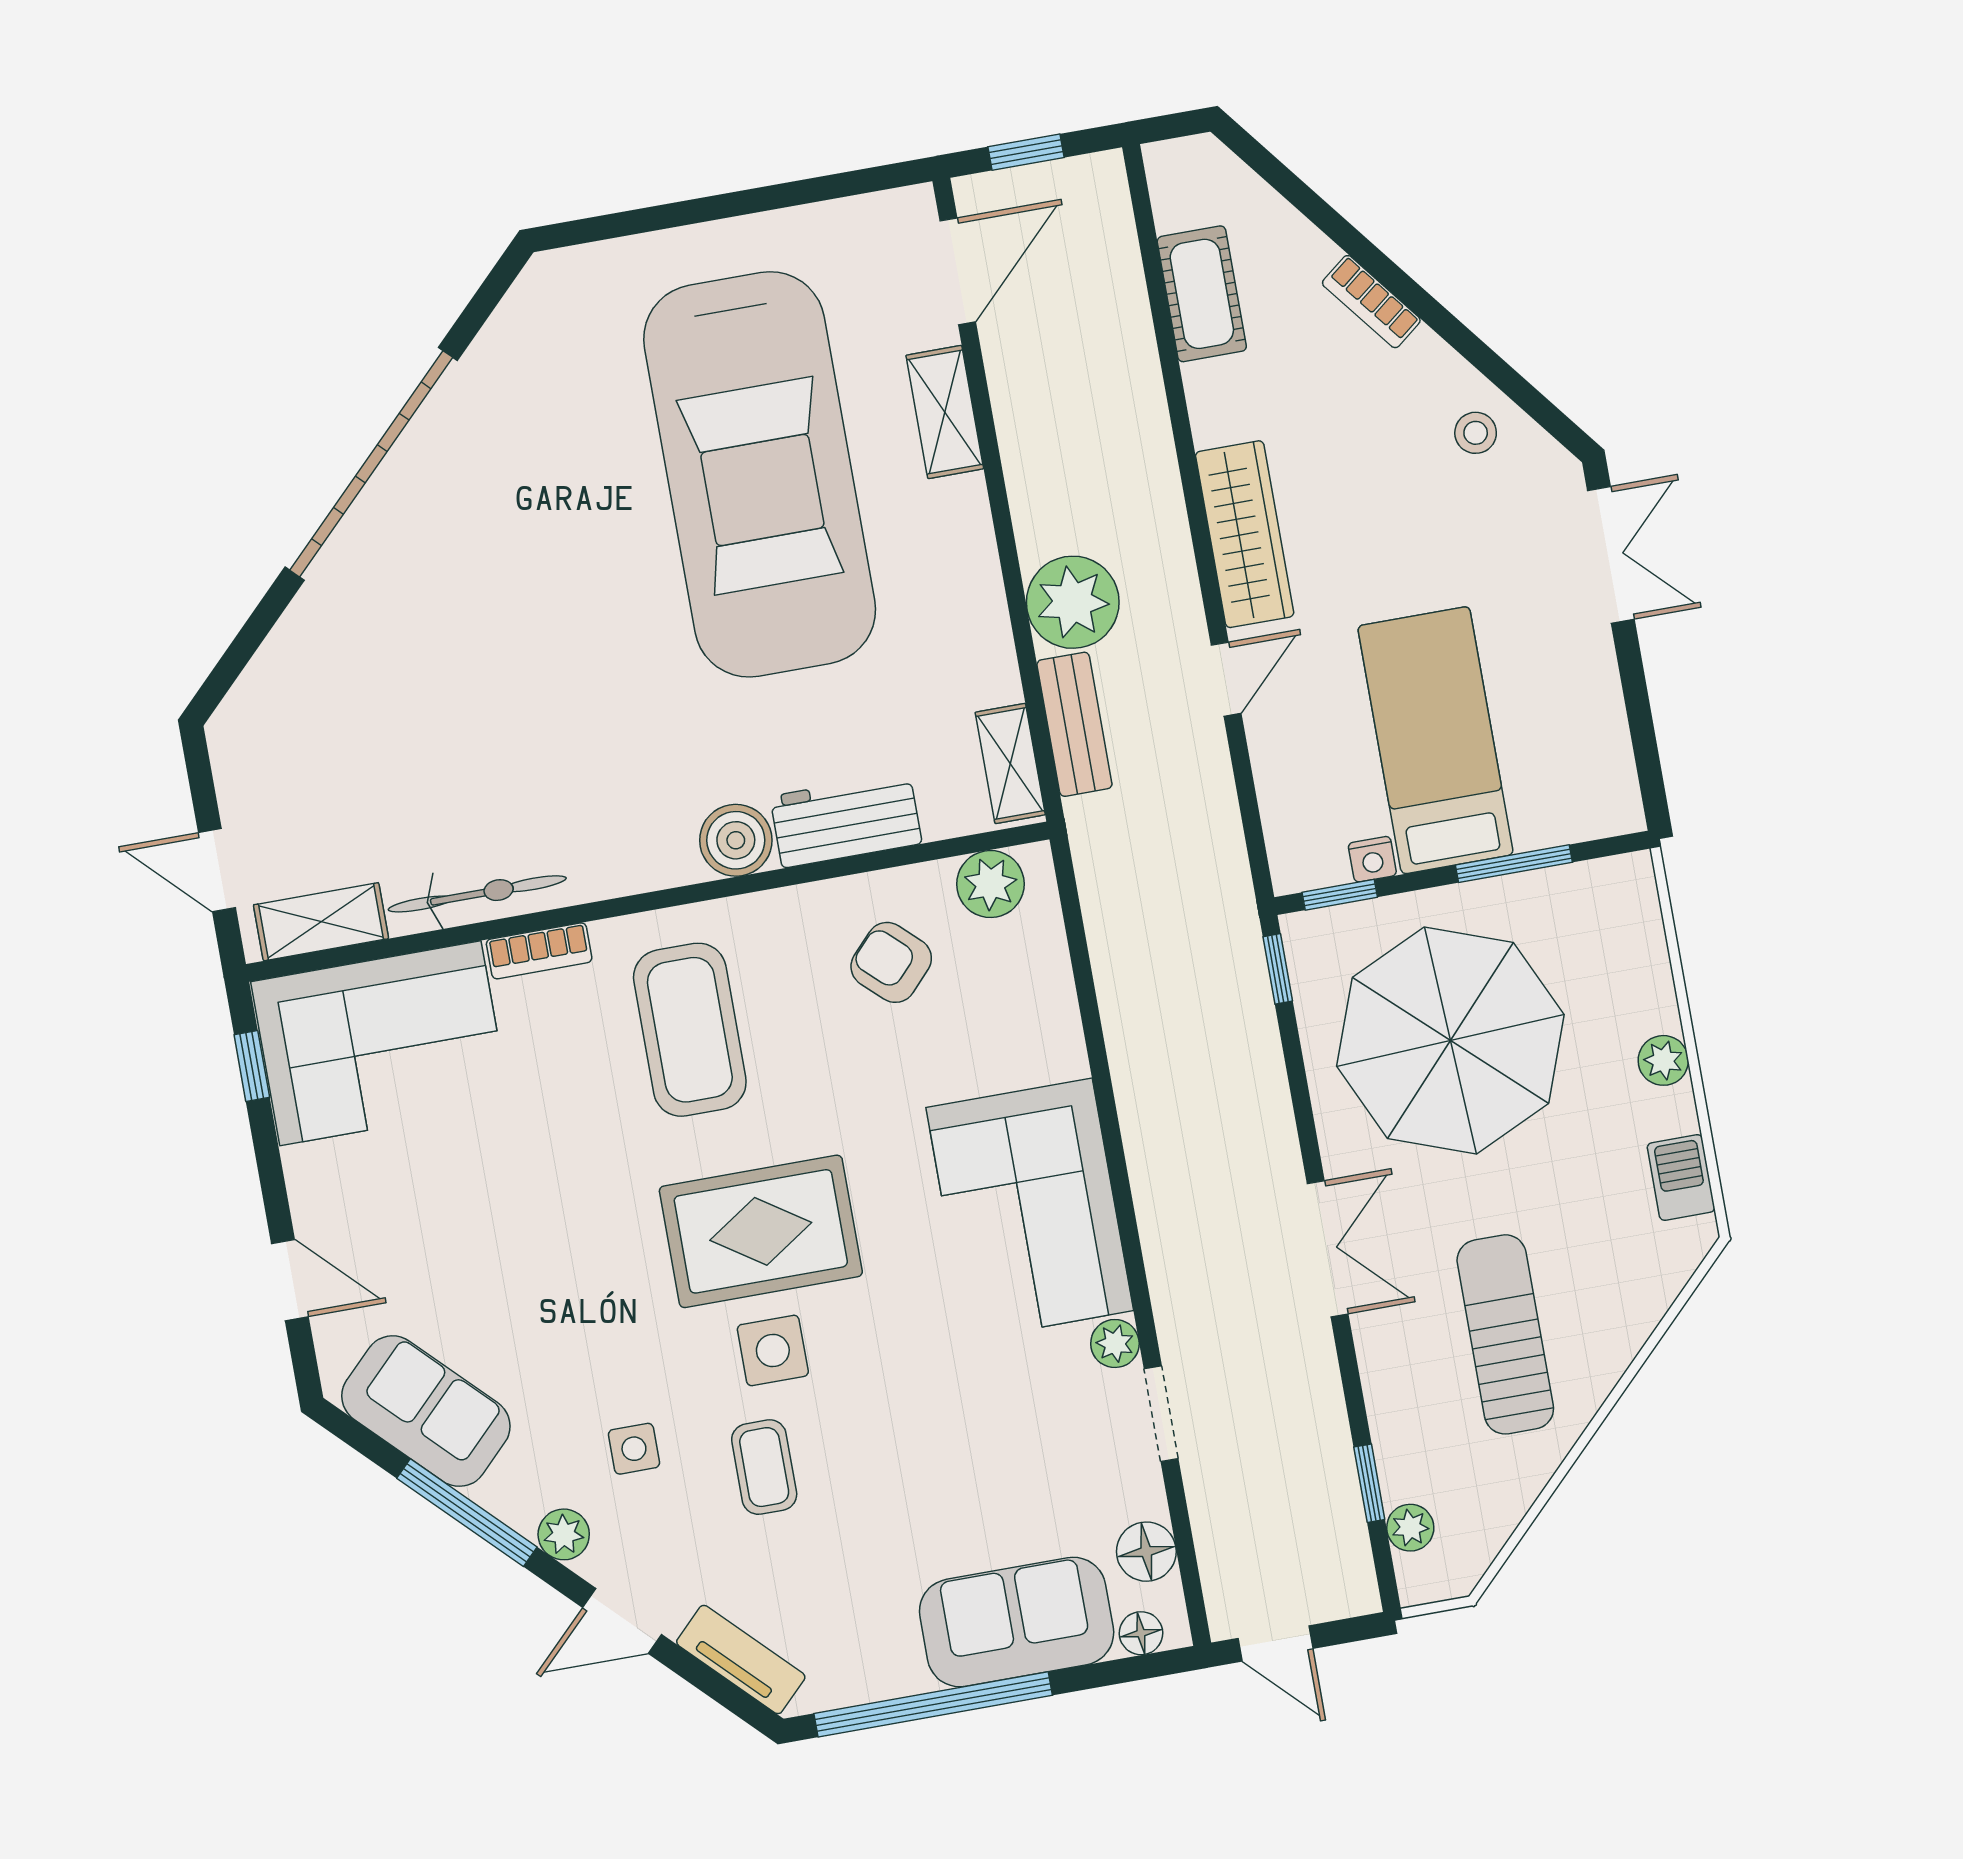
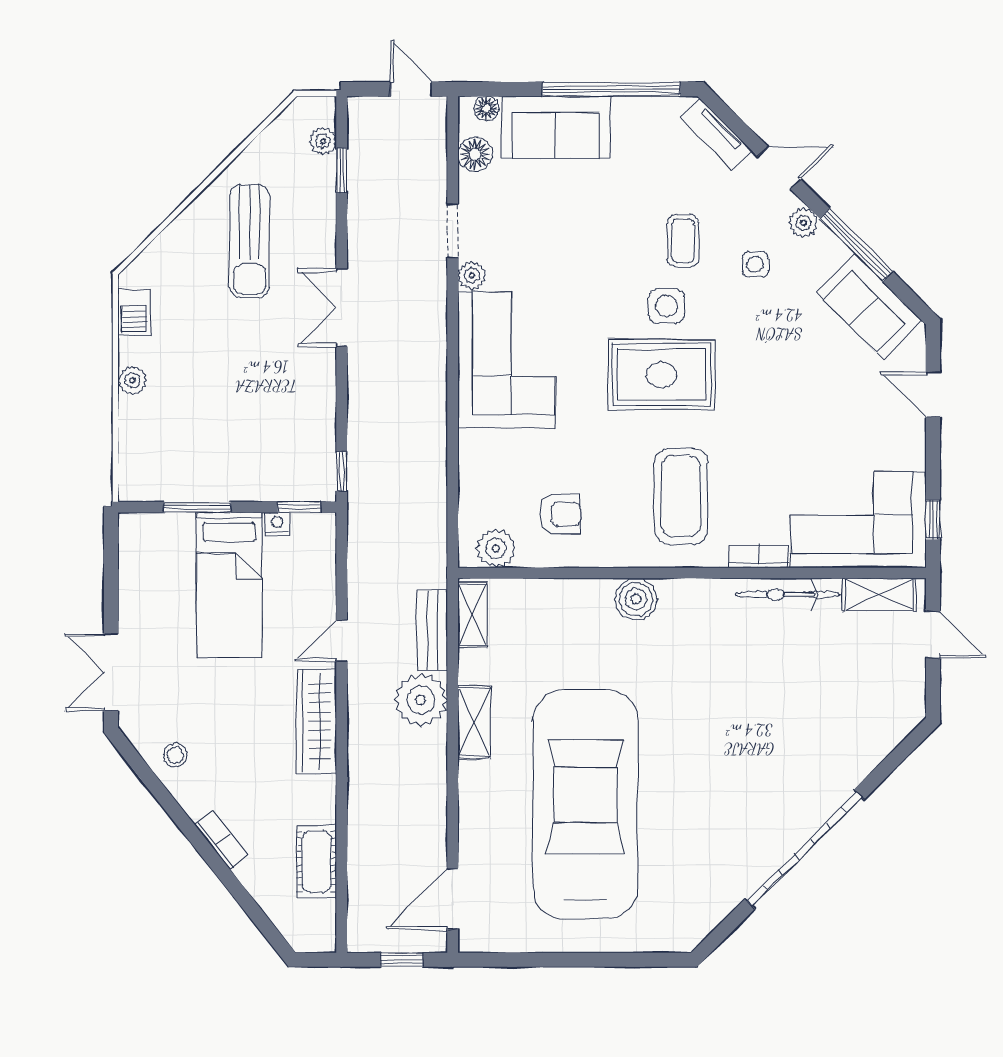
shelving: (945, 412) -> (474, 722), moved
workbench: (846, 820) -> (571, 599), removed
armchair: (891, 962) -> (560, 514), turned -43
parasol: (1450, 1040) -> (251, 413), removed

